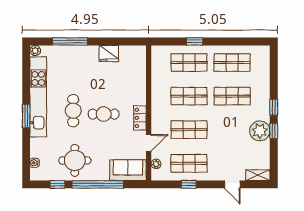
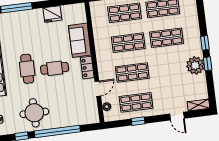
sofa: (128, 170) -> (80, 40), moved, turned -90

